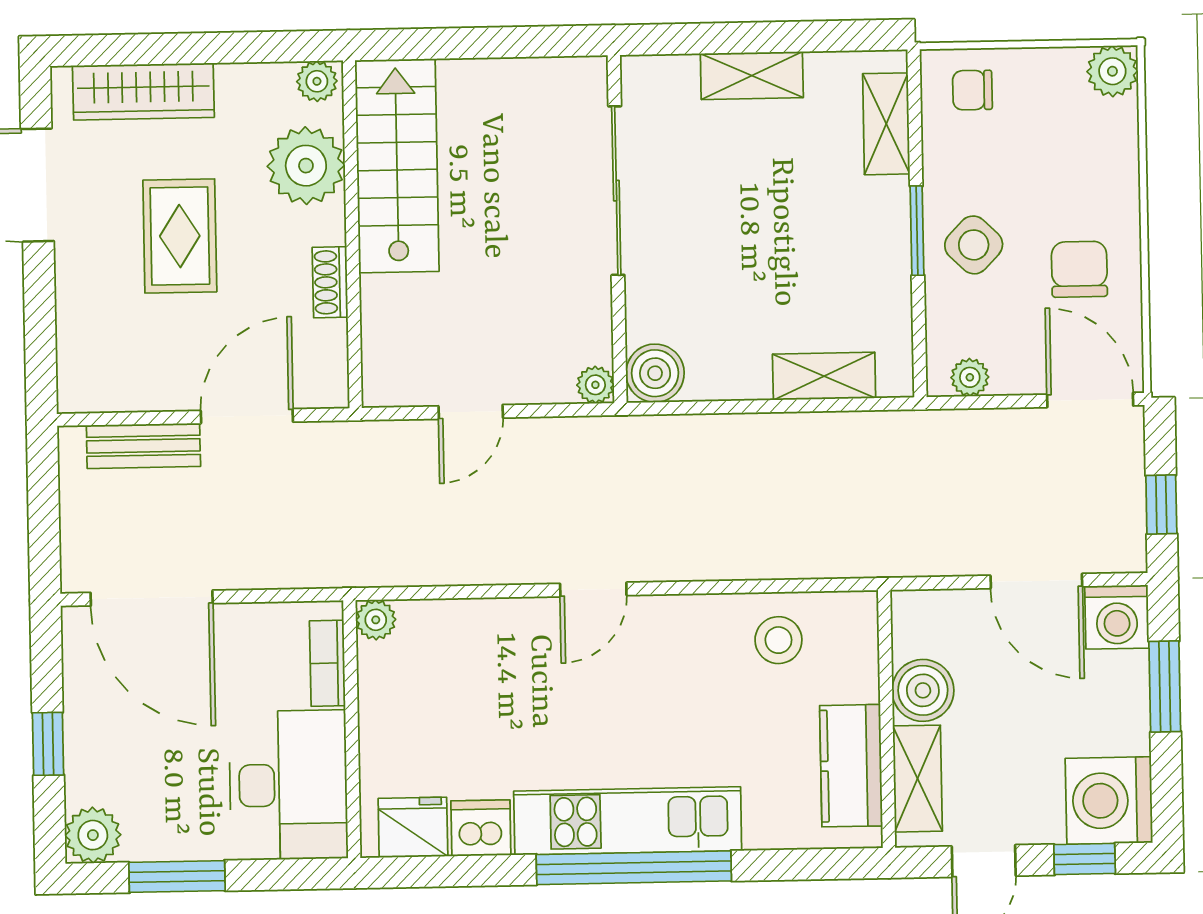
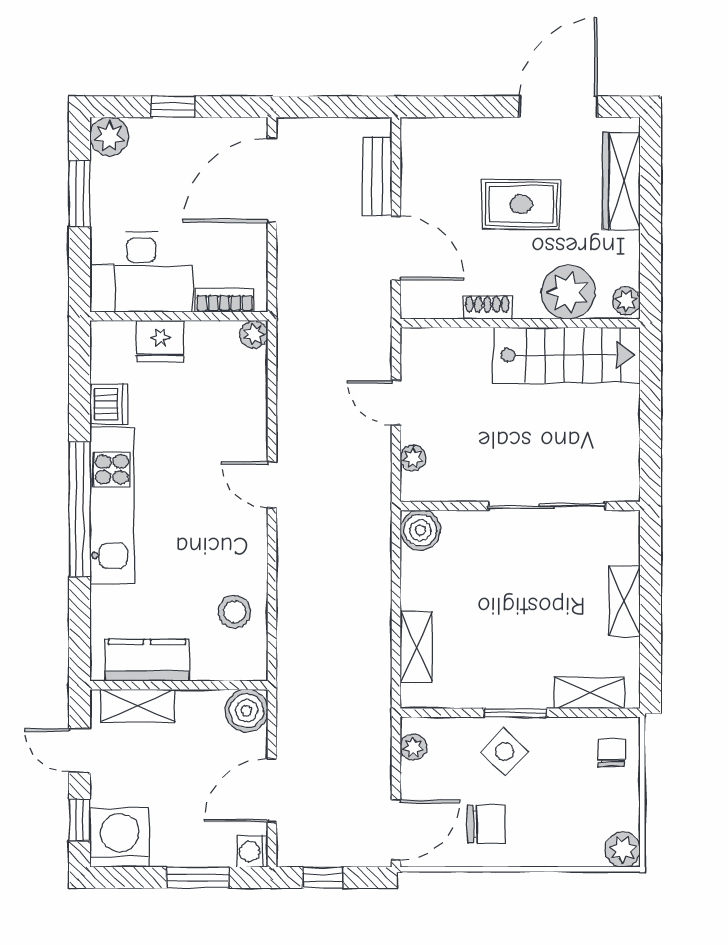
plant: (595, 385) -> (413, 458), moved
washing machine: (1117, 617) -> (252, 851), width x0.73, depth x0.73
boiler: (923, 690) -> (246, 711), moved
fridge: (413, 827) -> (160, 341), moved, turned 90

